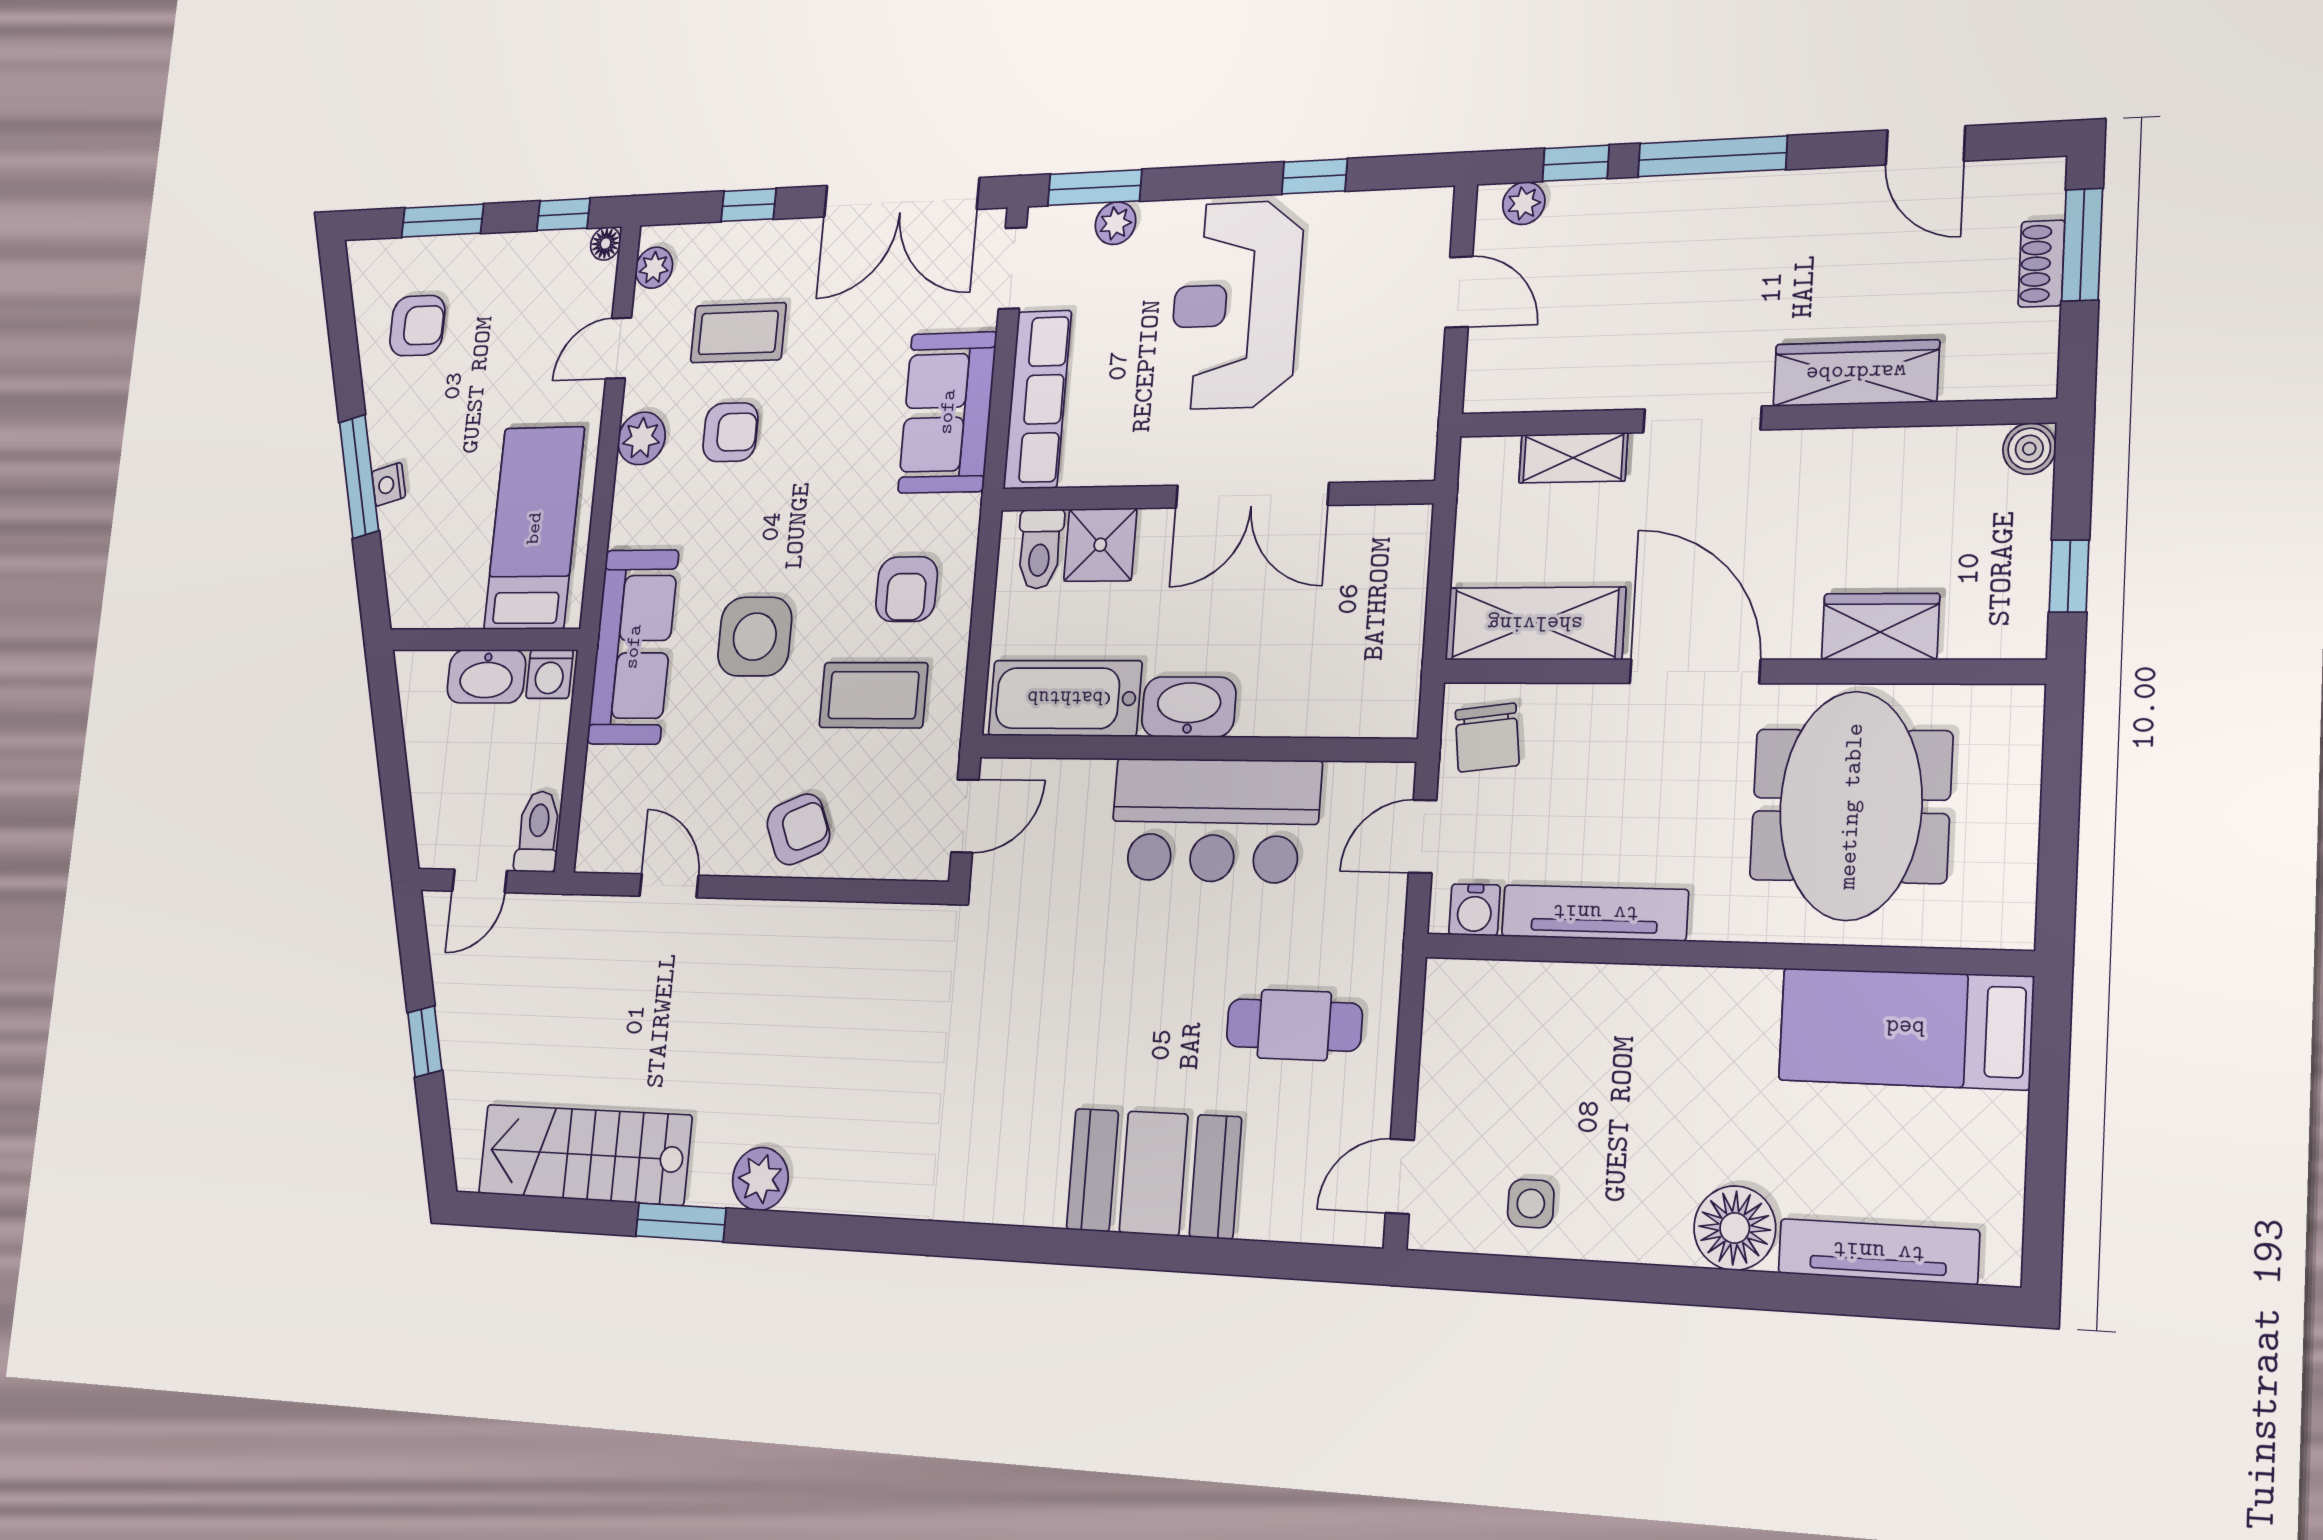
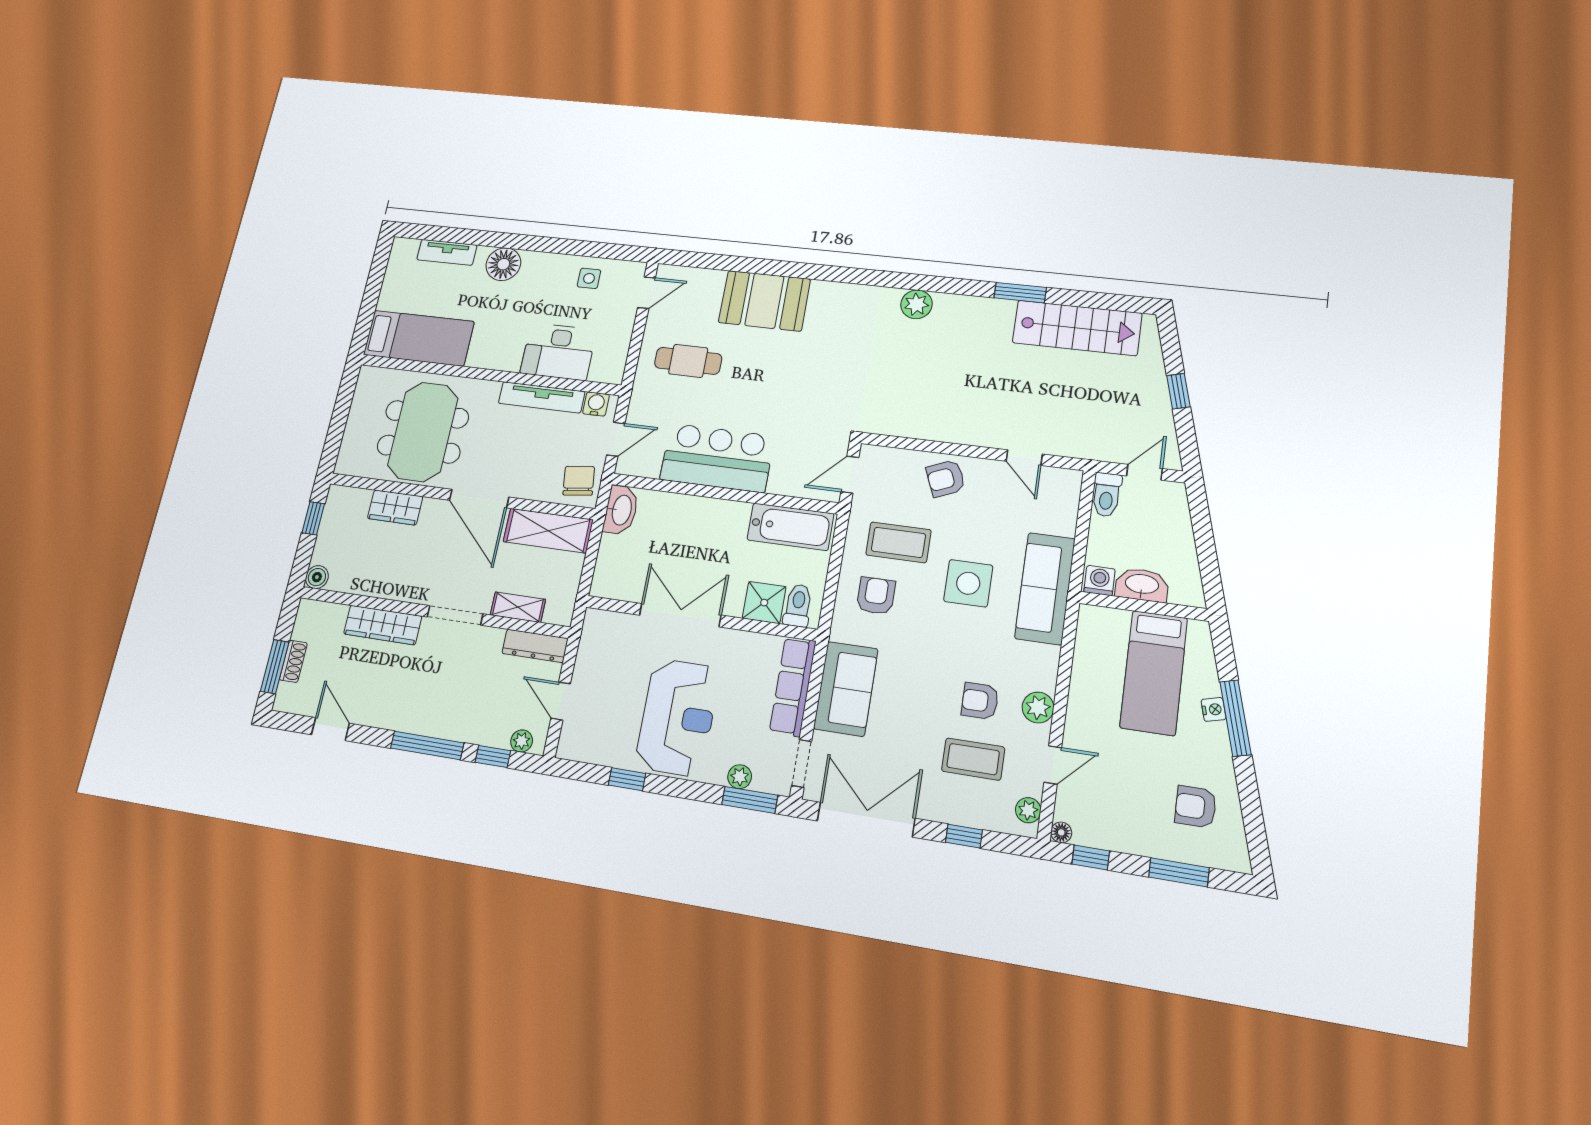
dresser: (1526, 387) -> (535, 646), added
bed: (534, 528) -> (1154, 673), moved
washbasin: (1189, 707) -> (621, 510), moved, turned -90
desk: (1574, 1023) -> (558, 352), added
plant: (760, 1179) -> (916, 304), moved
tv unit: (1878, 1252) -> (447, 252), width x0.71

